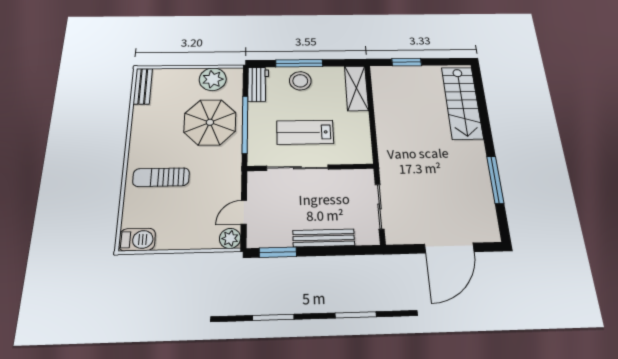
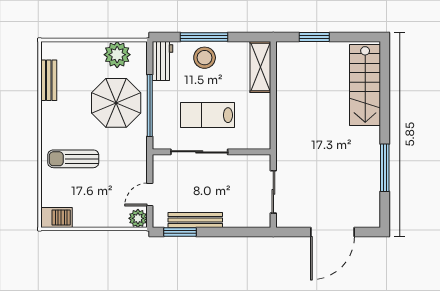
bench: (143, 86) -> (49, 80), moved
bench: (324, 238) -> (195, 220), moved

